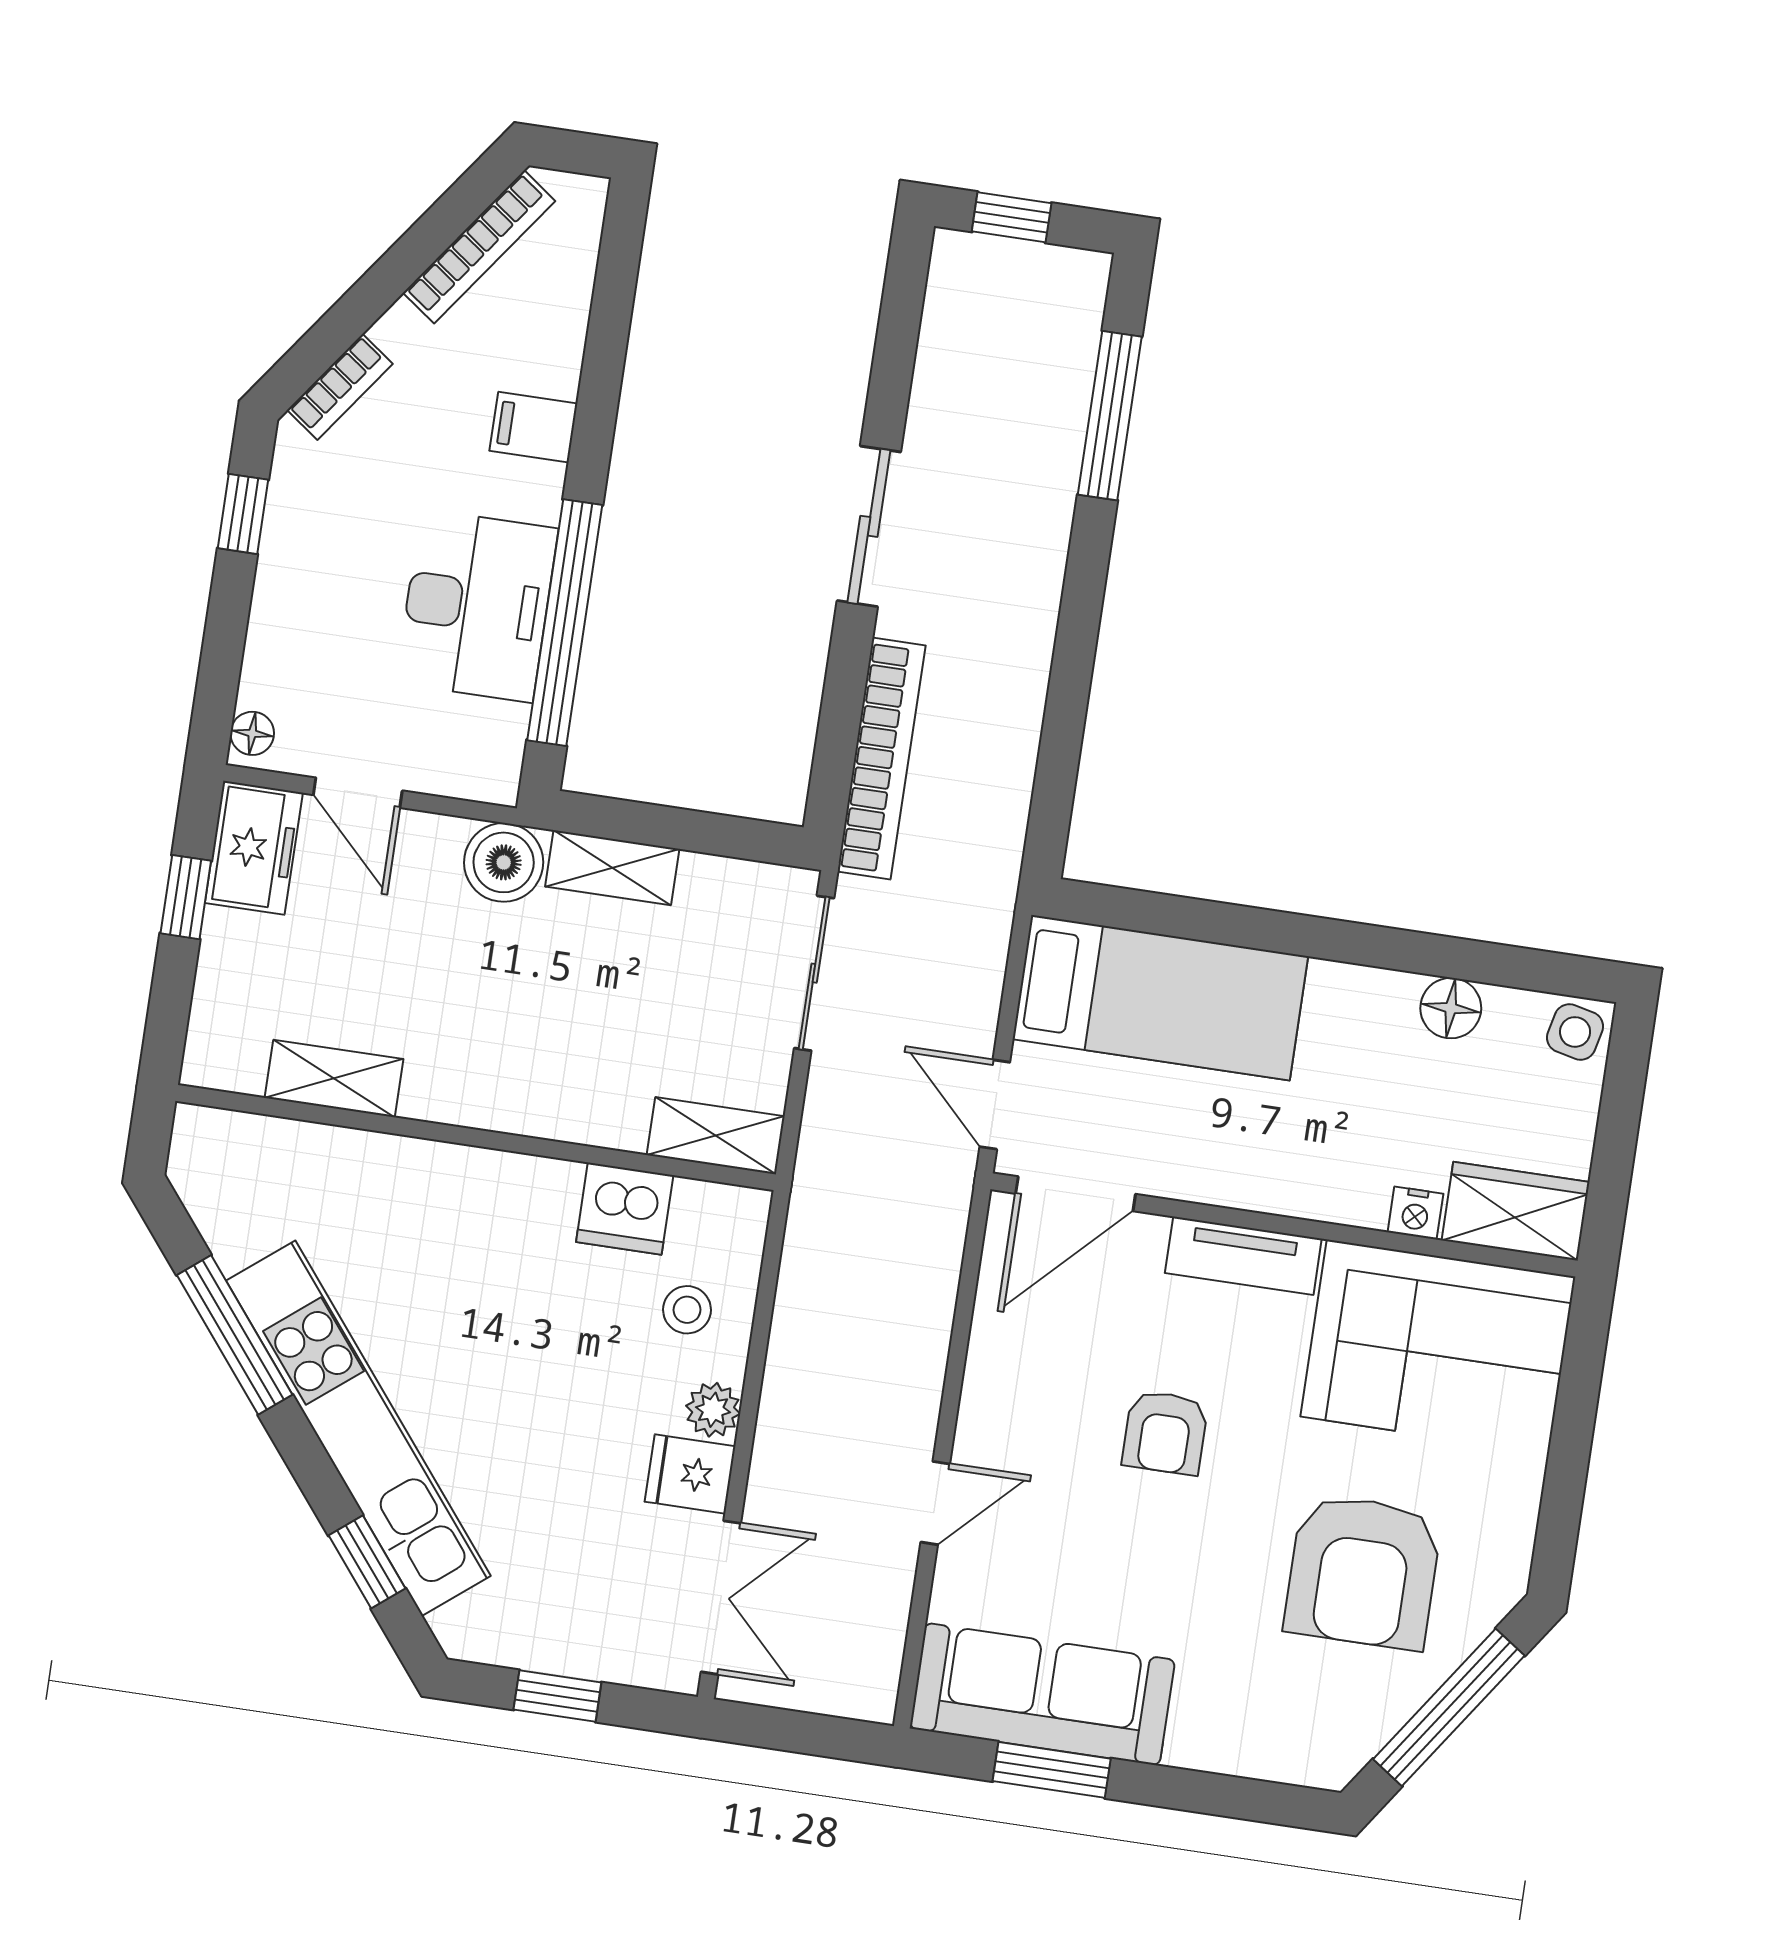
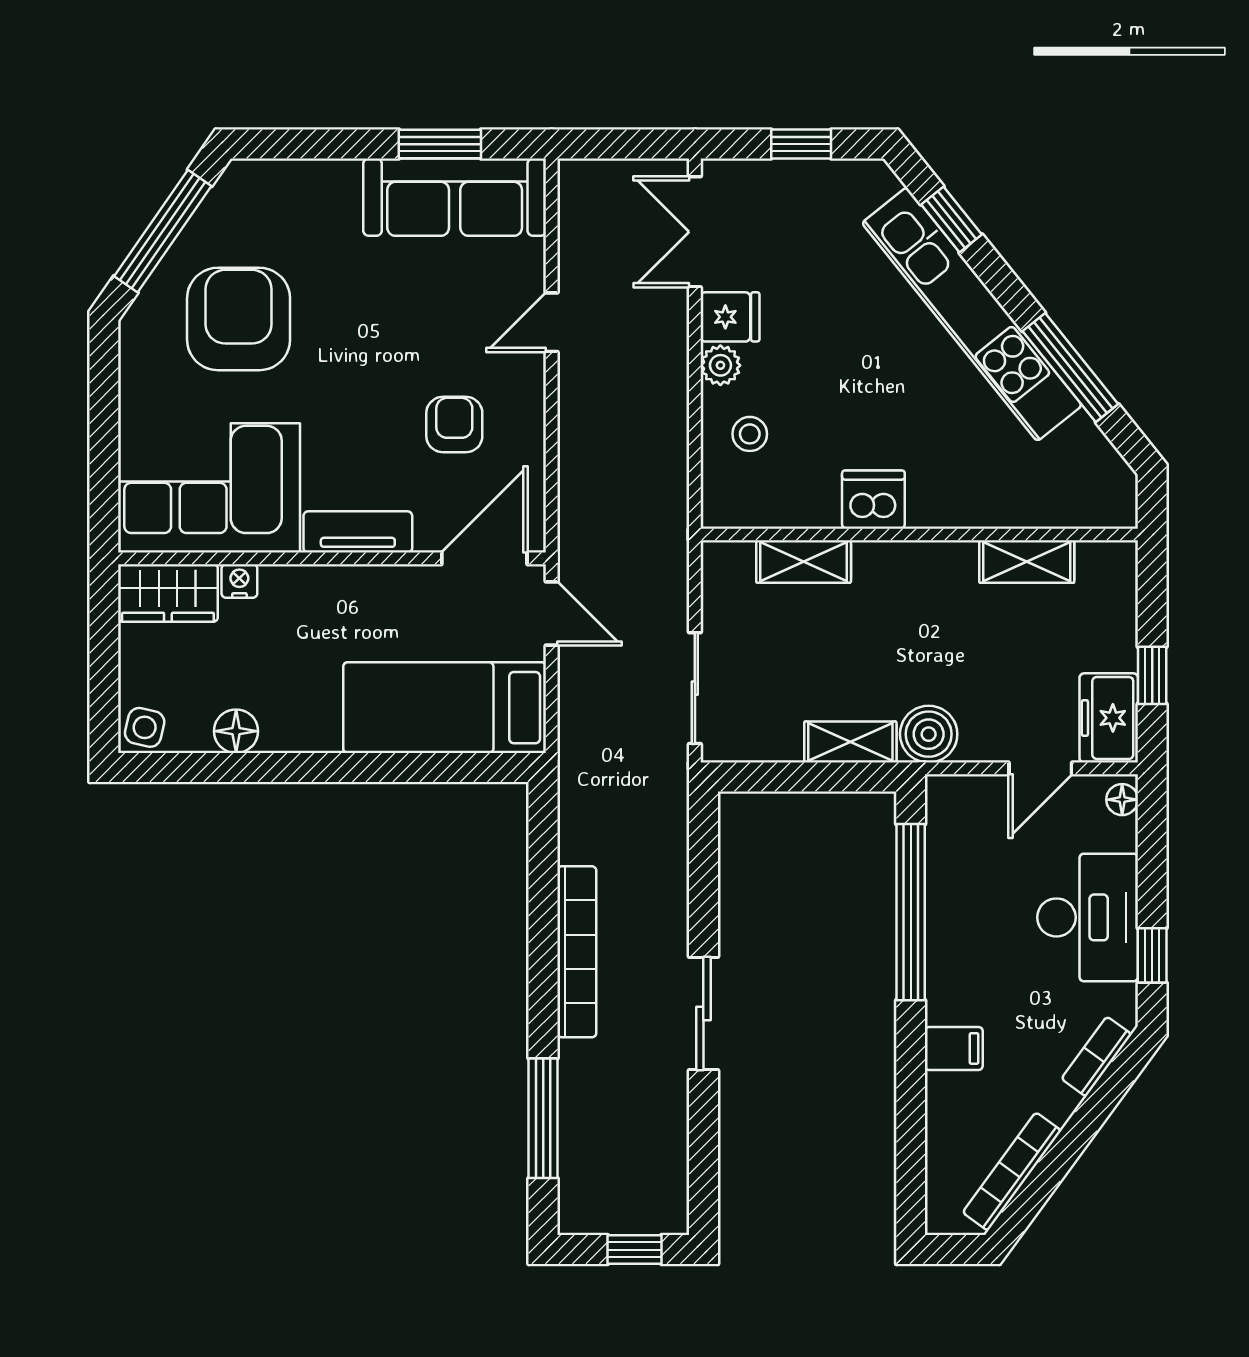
desk: (477, 606) -> (1088, 917), moved, turned 180
bookcase: (881, 759) -> (577, 952), moved, turned 180
door: (358, 793) -> (1040, 768), swing flipped
shelving: (716, 1136) -> (804, 561), moved
dishwasher: (625, 1209) -> (873, 500), moved
armchair: (1165, 1433) -> (454, 425), moved

